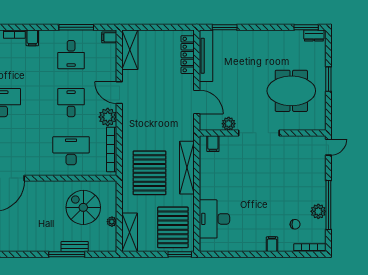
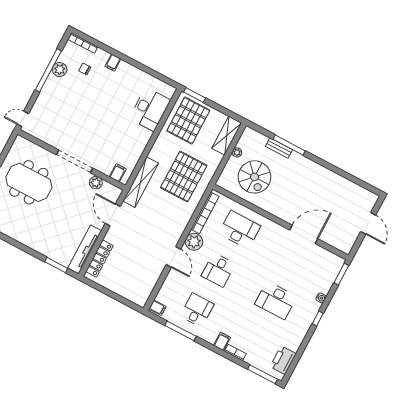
shelving: (130, 50) -> (146, 288), removed
desk: (71, 151) -> (240, 230), turned 180
shelving: (187, 168) -> (141, 182), moved

